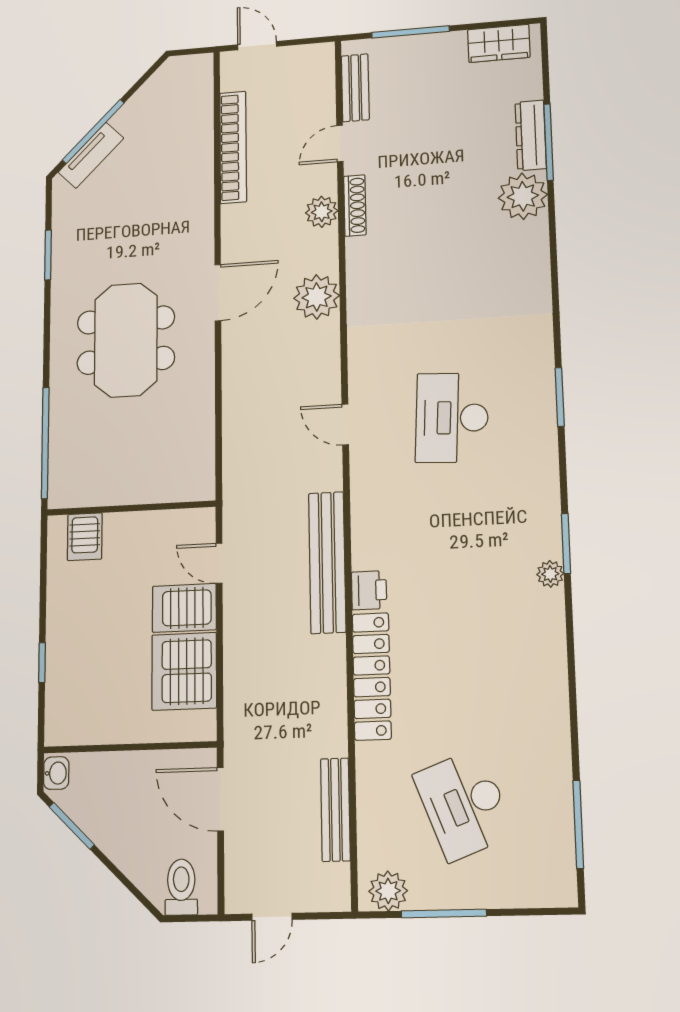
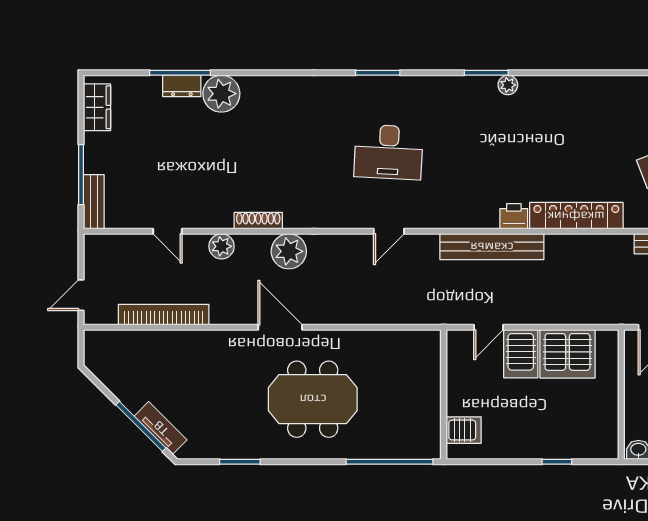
bench: (355, 88) -> (94, 202), moved, turned 90
dresser: (531, 135) -> (182, 86), width x0.70
shoe rack: (355, 205) -> (258, 221), moved

